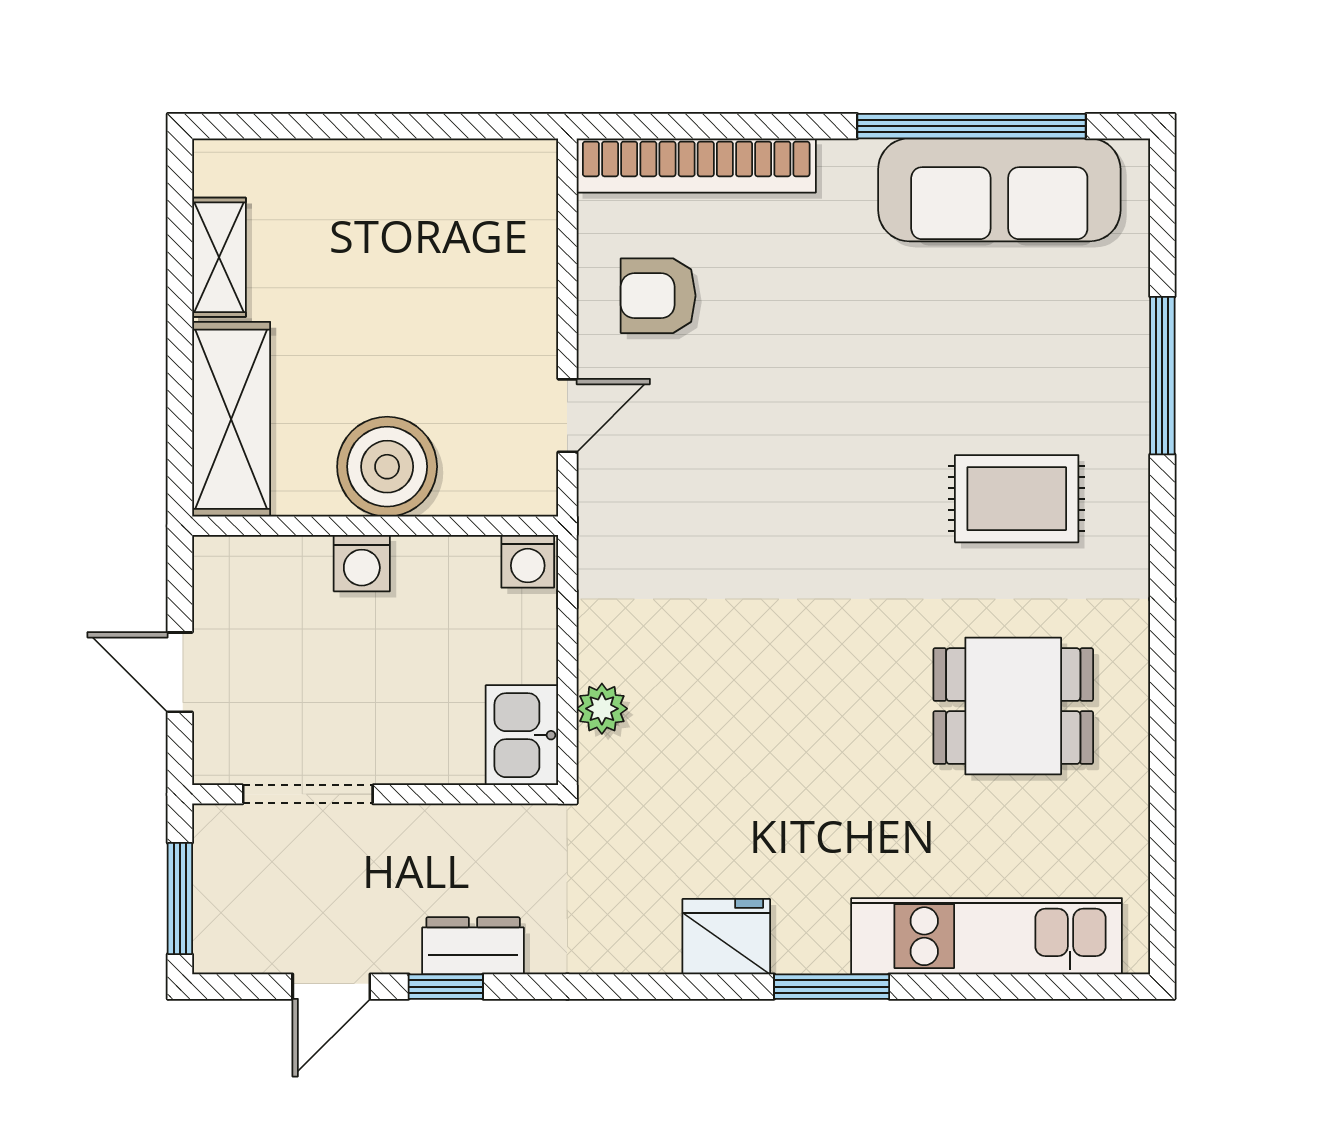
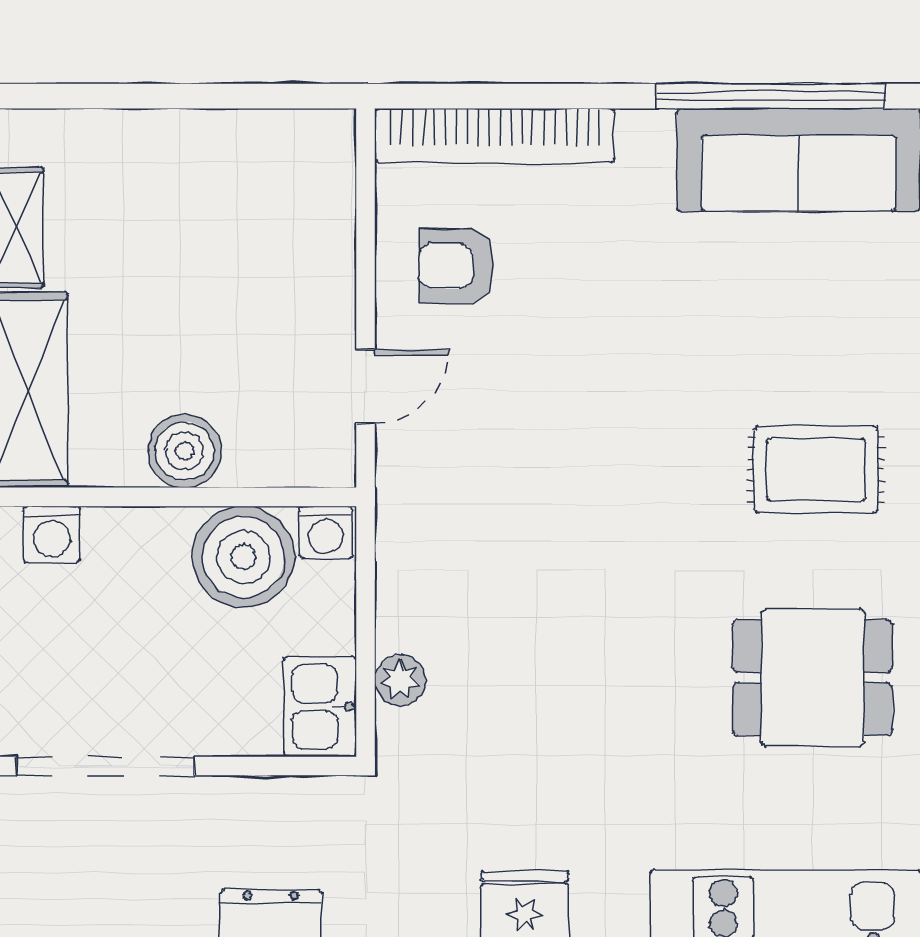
boiler: (387, 467) -> (185, 451), width x0.73, depth x0.73
washing machine: (362, 563) -> (52, 534), moved
boiler: (446, 586) -> (243, 557), added
doorway: (308, 794) -> (105, 766), width x1.36

